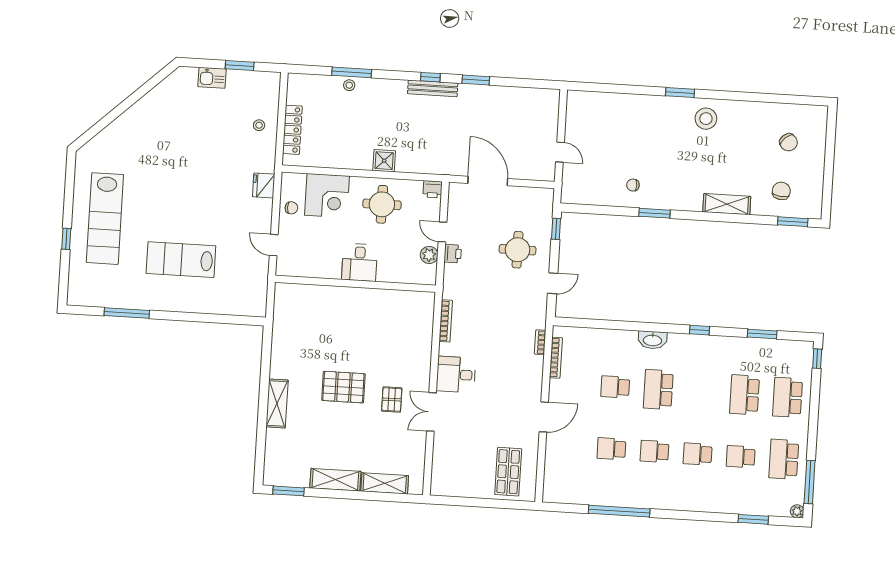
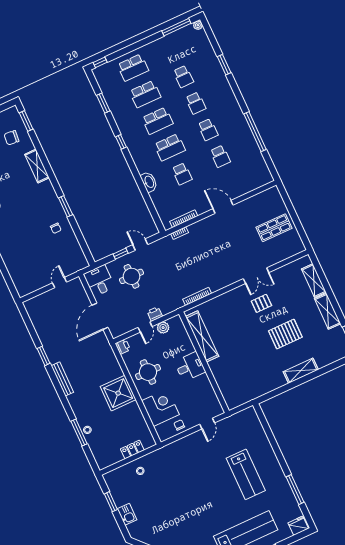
window: (430, 77) -> (56, 384), removed
locker: (292, 130) -> (132, 449), width x0.66
shower: (384, 161) -> (118, 393), width x1.86, depth x1.86
fridge: (264, 185) -> (298, 526), moved, turned 180
window: (556, 229) -> (121, 254), moved
shelving: (390, 299) -> (202, 336), added
washbasin: (652, 340) -> (149, 182), moved
desk: (456, 375) -> (99, 281), moved, turned 180
pallet: (343, 387) -> (285, 334), moved, turned 90
school desk: (784, 459) -> (157, 121), moved
shop shelf: (508, 472) -> (274, 228), moved
window: (753, 519) -> (224, 65), moved

